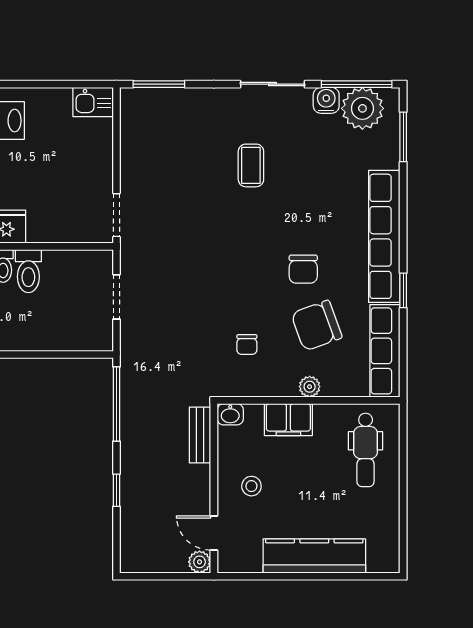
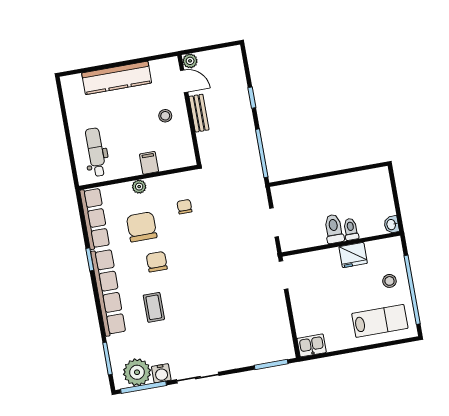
coffee table: (251, 165) -> (154, 307), moved
chair: (317, 326) -> (142, 227), turned -70
washbasin: (230, 414) -> (187, 160), removed
filing cabinet: (288, 420) -> (149, 163), width x0.50
bench: (200, 435) -> (199, 113), moved

